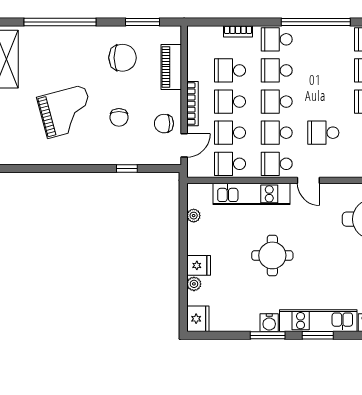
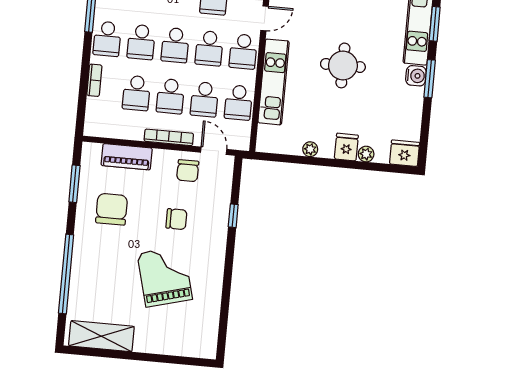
plant: (194, 216) -> (310, 149), moved

